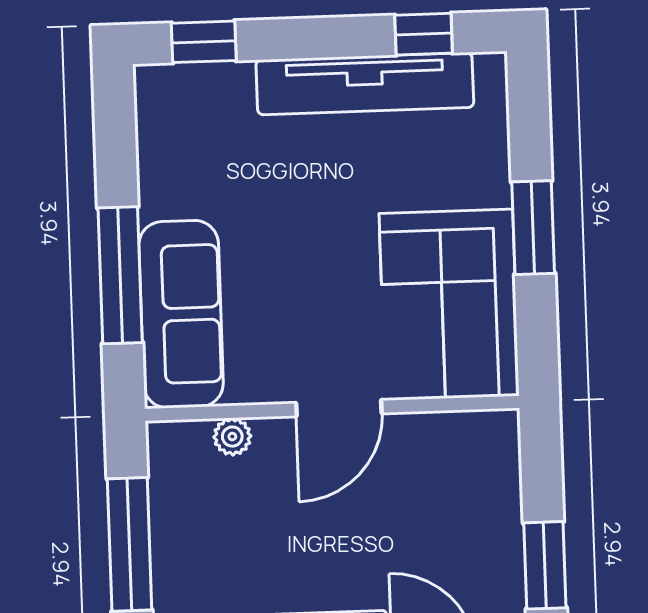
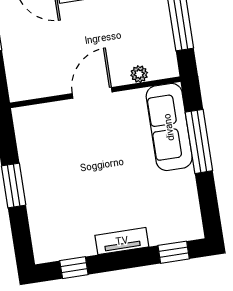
tv unit: (365, 84) -> (122, 241), width x0.52, depth x0.78
corner sofa: (449, 305) -> (48, 146), removed

